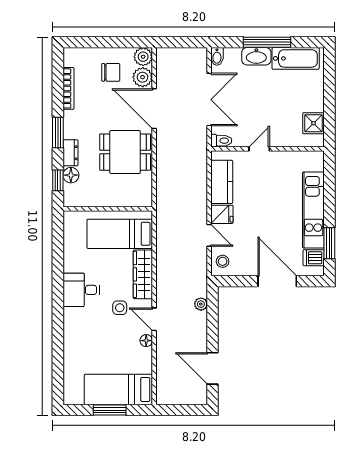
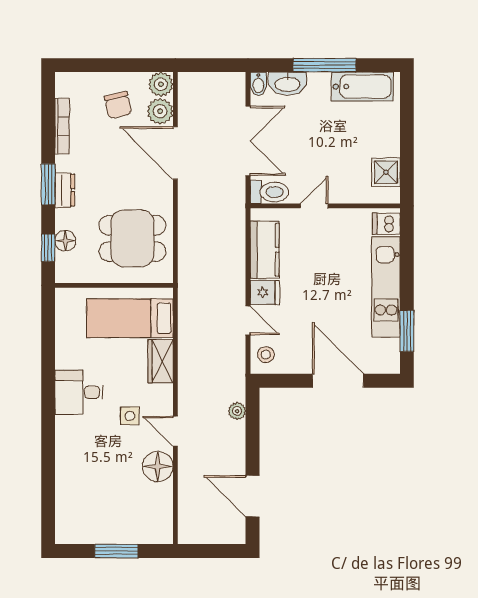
washbasin: (256, 56) -> (287, 84), moved
chair: (111, 72) -> (118, 105), turned 77
toilet: (221, 141) -> (269, 192), width x1.37, depth x1.39
dining table: (125, 152) -> (132, 238), moved
dresser: (70, 153) -> (65, 190), moved
dishwasher: (314, 258) -> (386, 224), moved
wardrobe: (143, 274) -> (161, 361), width x0.67
floor lamp: (146, 341) -> (158, 466), width x1.89, depth x1.89
bed: (118, 390) -> (128, 524), removed

